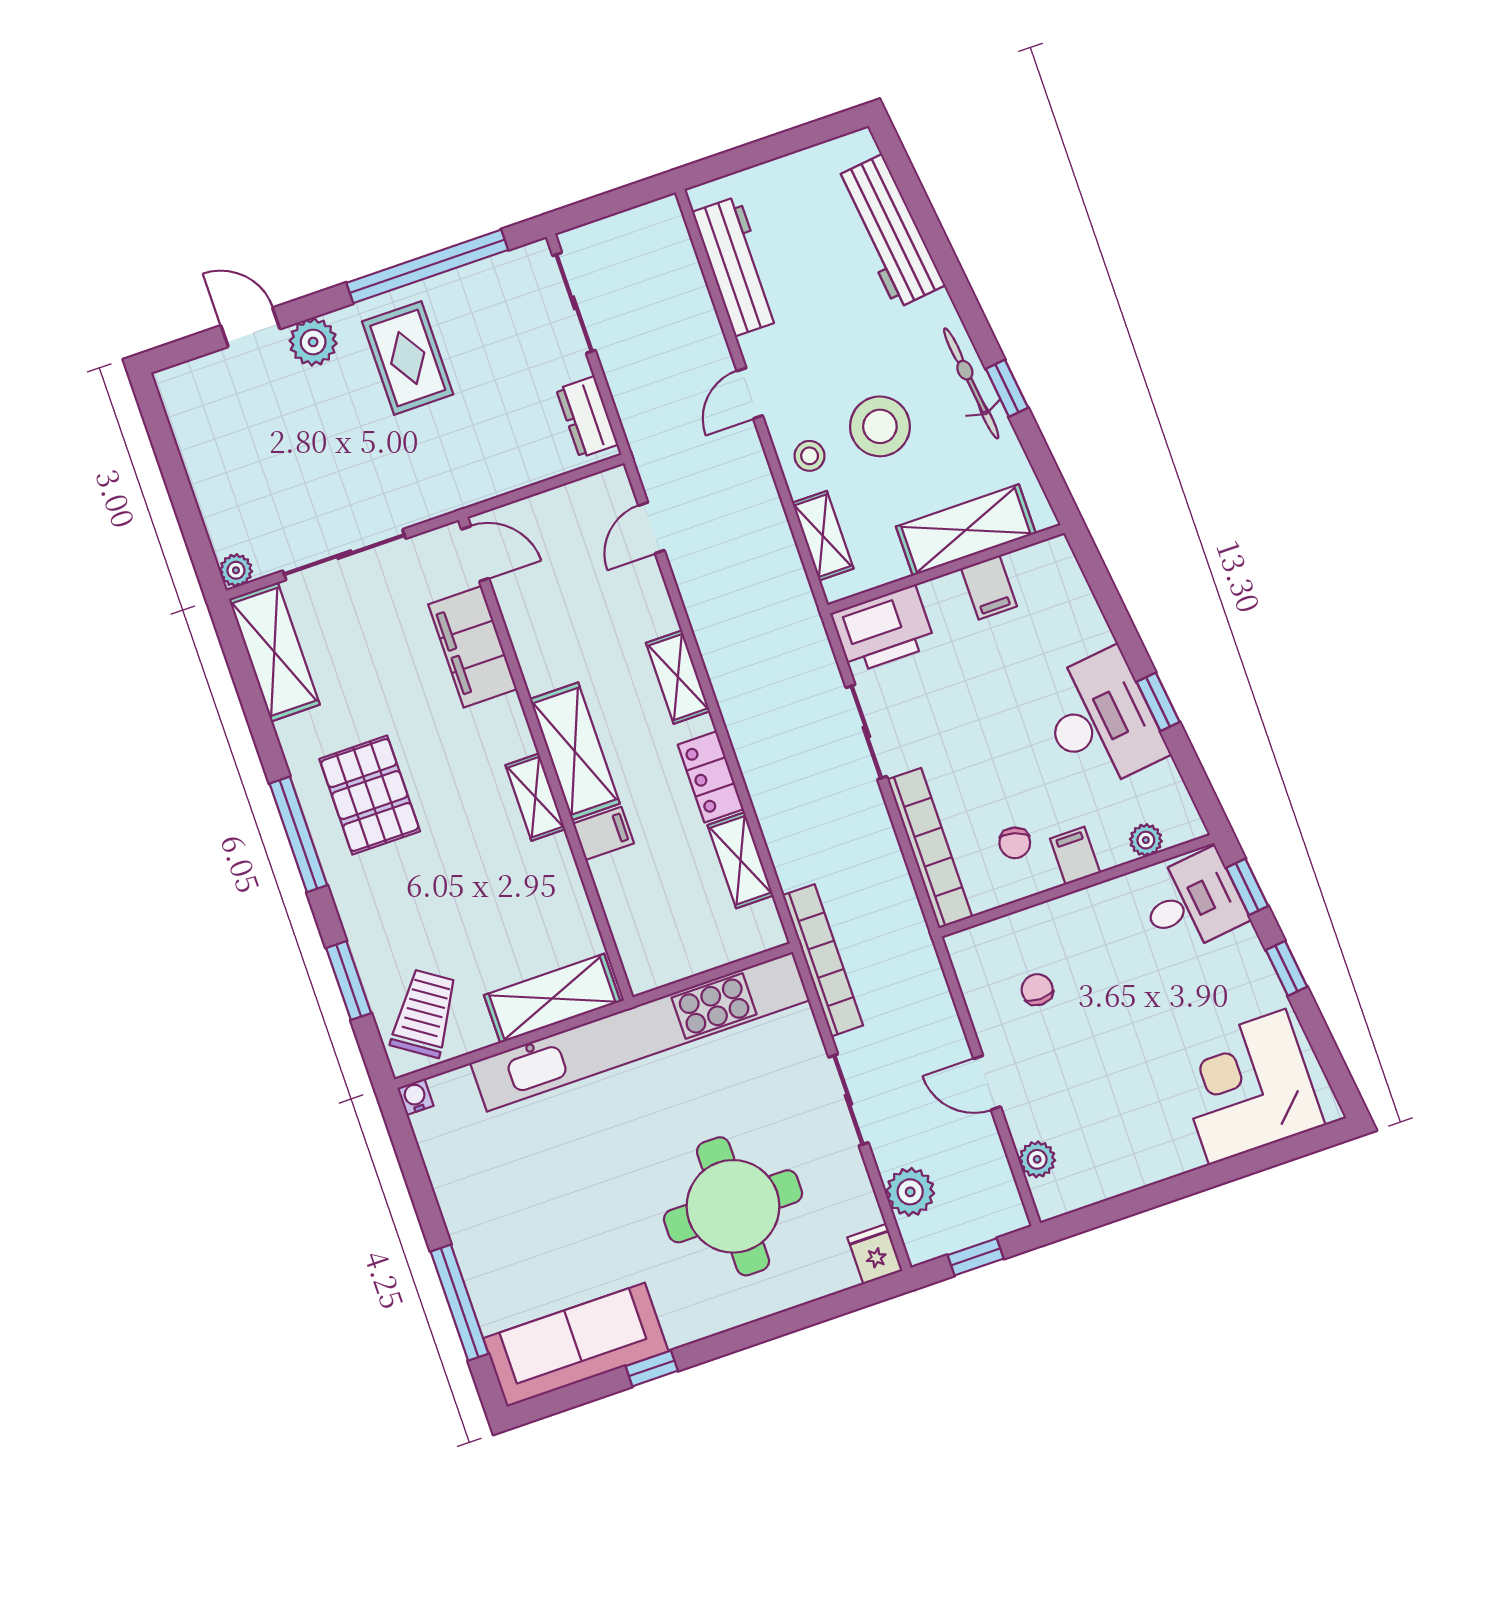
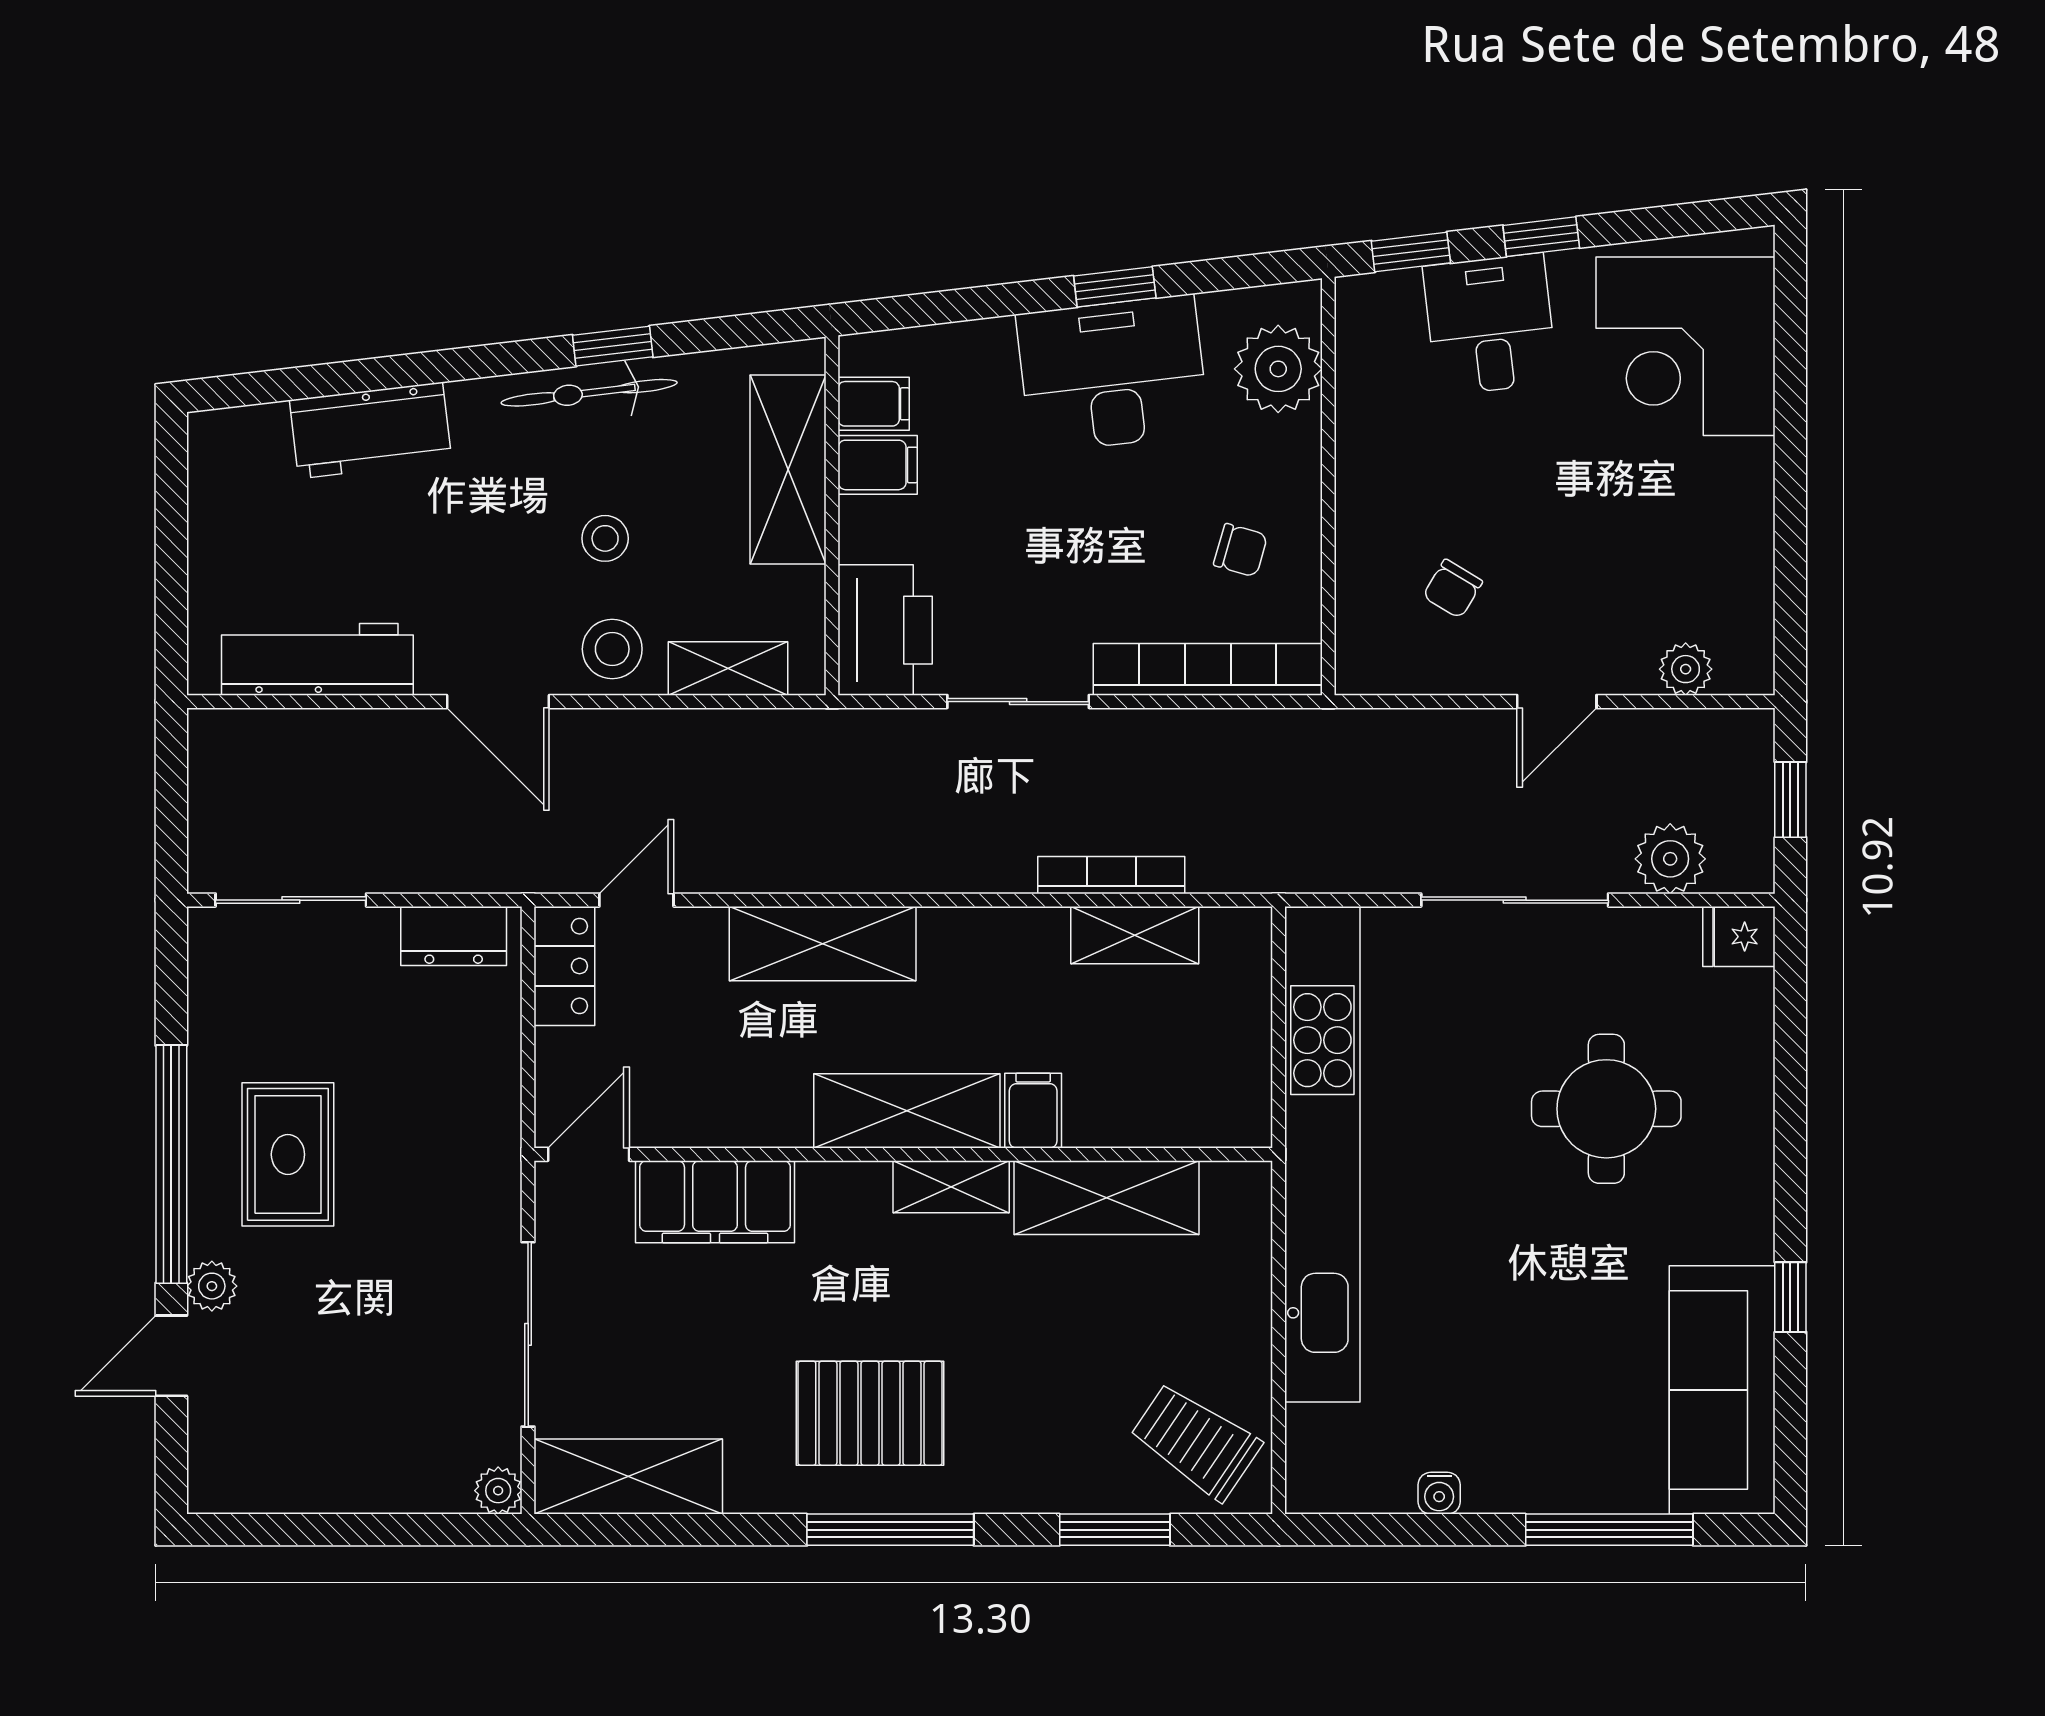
workbench: (889, 232) -> (371, 430), width x0.73
window: (427, 266) -> (171, 1164), moved
plant: (313, 342) -> (212, 1286), width x0.73, depth x0.73
rug: (408, 358) -> (288, 1154), turned 90
door: (750, 393) -> (498, 702), width x1.38
stool: (880, 426) -> (605, 538), width x0.53, depth x0.53
stool: (810, 456) -> (612, 649), width x1.37, depth x1.37
door: (651, 528) -> (636, 900), swing flipped
shelving: (678, 677) -> (823, 944), width x1.50, depth x1.33
locker: (711, 777) -> (564, 966), moved, turned -90
plant: (1146, 840) -> (1278, 369), width x1.87, depth x1.87
filing cabinet: (1075, 856) -> (874, 404), moved, turned 180
desk: (1192, 902) -> (1490, 324), moved
bookcase: (823, 960) -> (1111, 875), moved, width x0.68, depth x0.76
chair: (1037, 990) -> (1453, 589), turned -59
shelving: (552, 998) -> (1107, 1198), moved, turned 90
water cooler: (415, 1097) -> (1439, 1493), moved, turned -90
sliding door: (848, 1100) -> (1515, 900), width x1.37
round table: (733, 1206) -> (1606, 1109), width x0.73, depth x0.73

